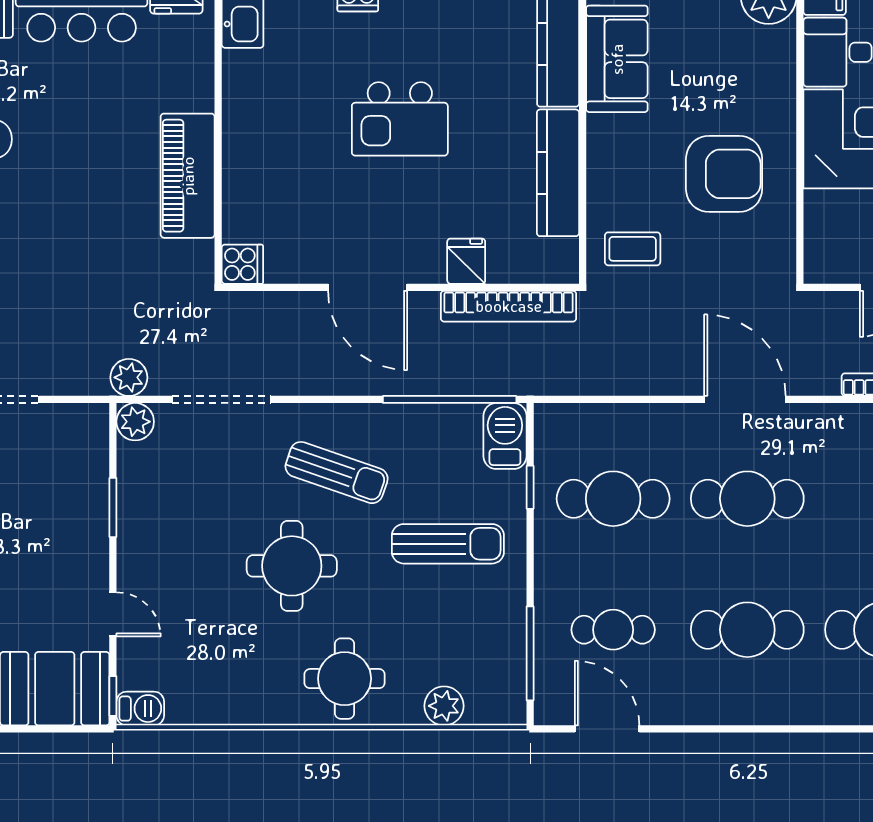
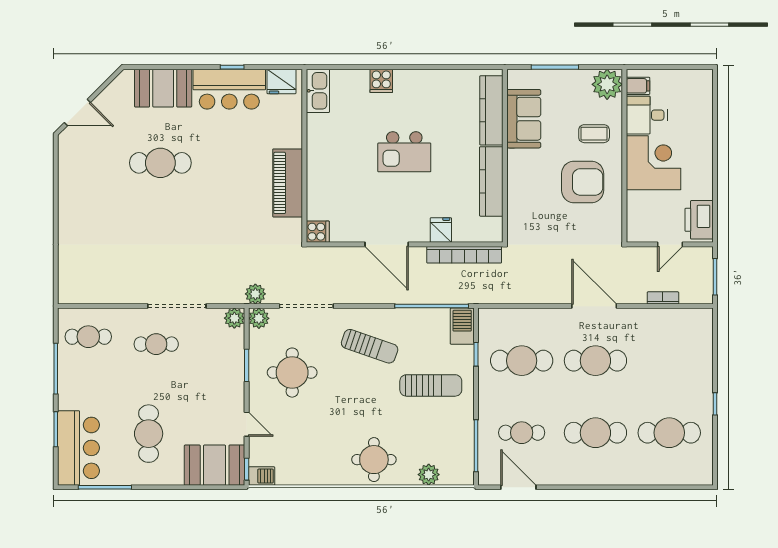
coffee table: (633, 249) -> (594, 134), moved
plant: (91, 422) -> (234, 318), added
round table: (292, 566) -> (292, 373), moved

